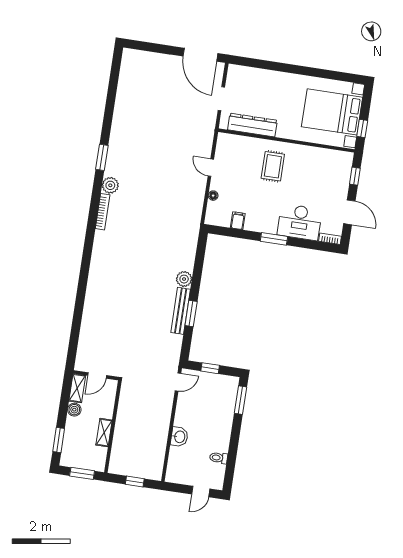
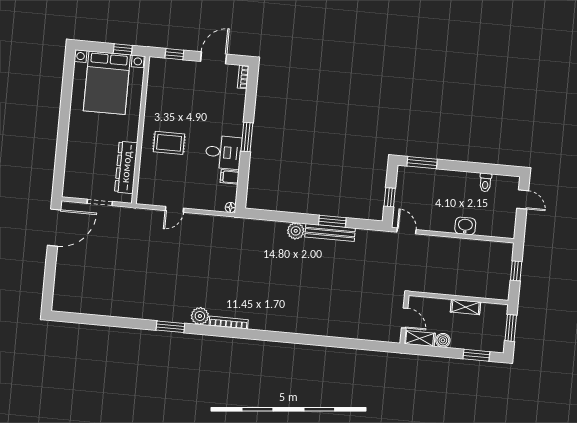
floor lamp: (213, 196) -> (231, 207), moved
desk: (300, 222) -> (223, 152), moved, width x0.73

